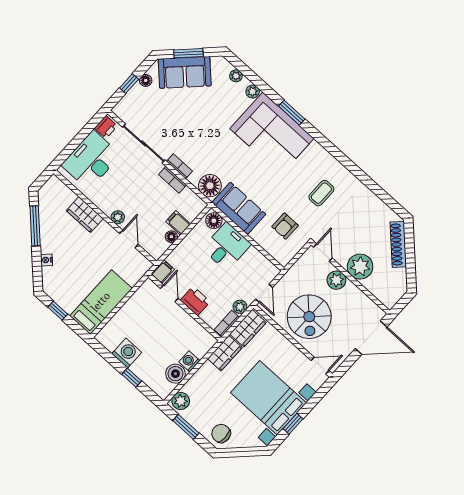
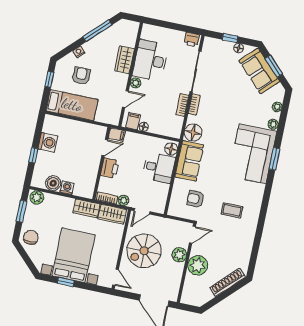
desk: (91, 160) -> (150, 60), moved, turned -90
filing cabinet: (178, 223) -> (133, 121), moved
armchair: (74, 273) -> (81, 76), added

